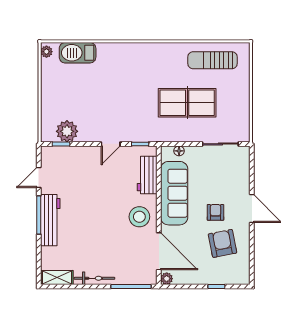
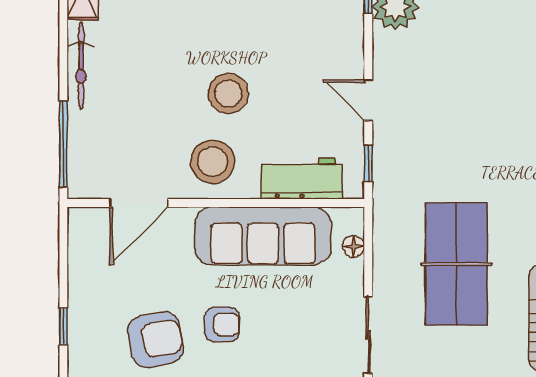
stool: (107, 209) -> (228, 93), added
door: (159, 251) -> (139, 203), width x0.73
plant: (167, 279) -> (80, 220), removed

